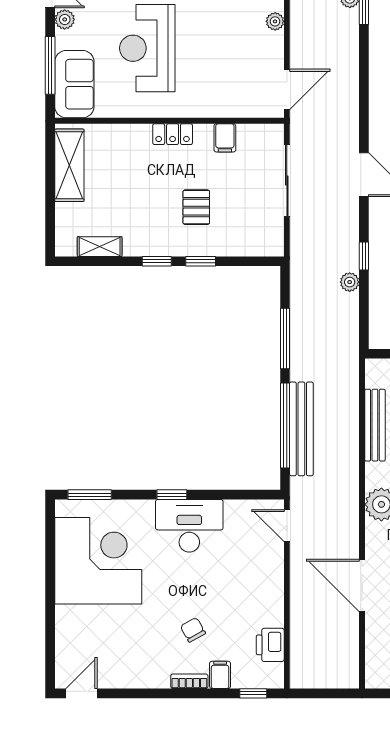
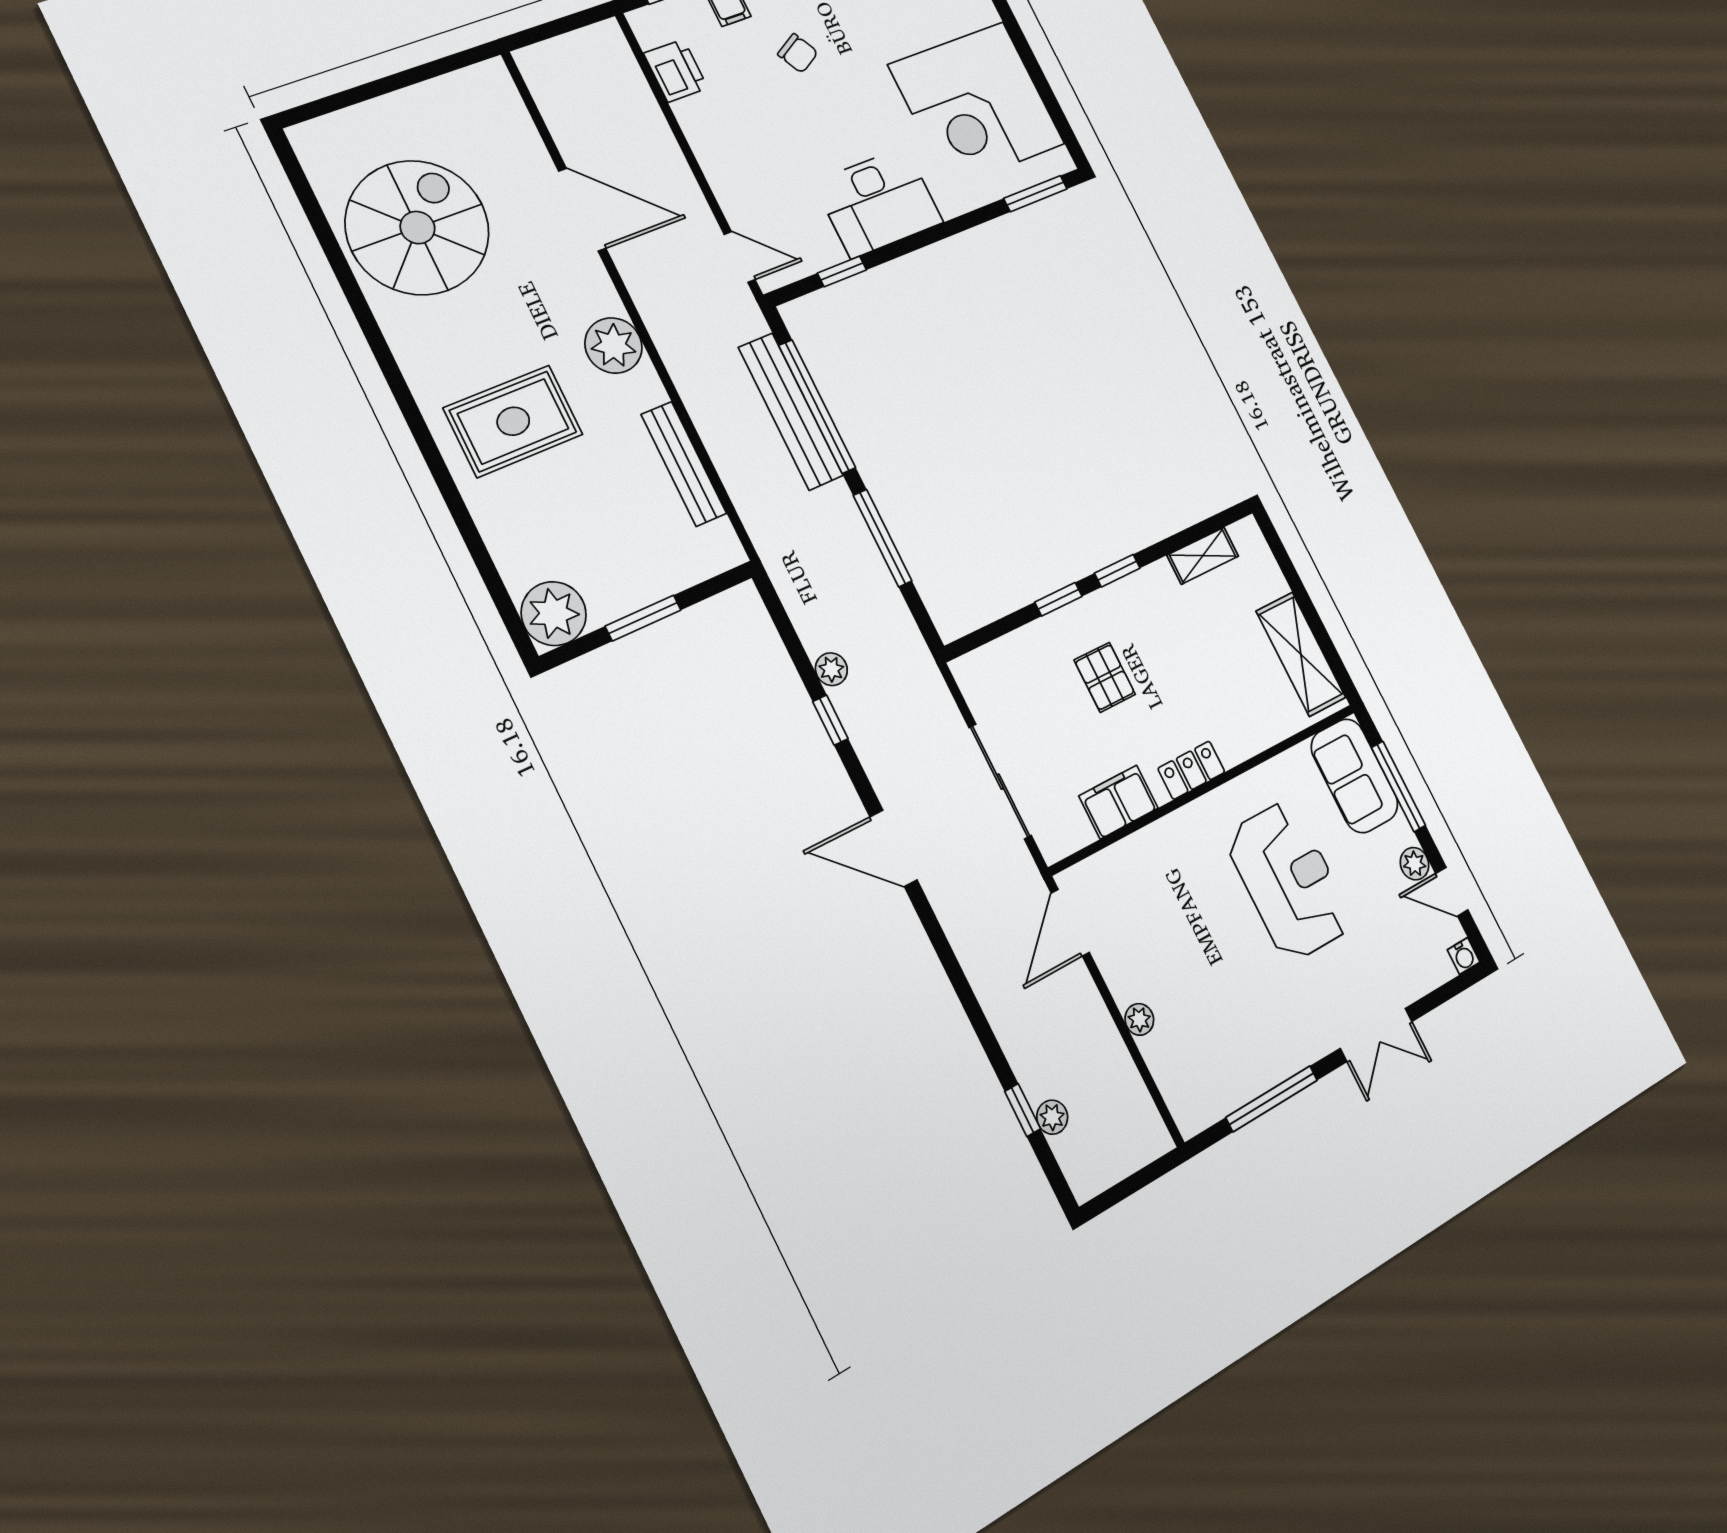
filing cabinet: (225, 138) -> (1119, 802), width x2.00
window: (172, 495) -> (842, 271), moved

